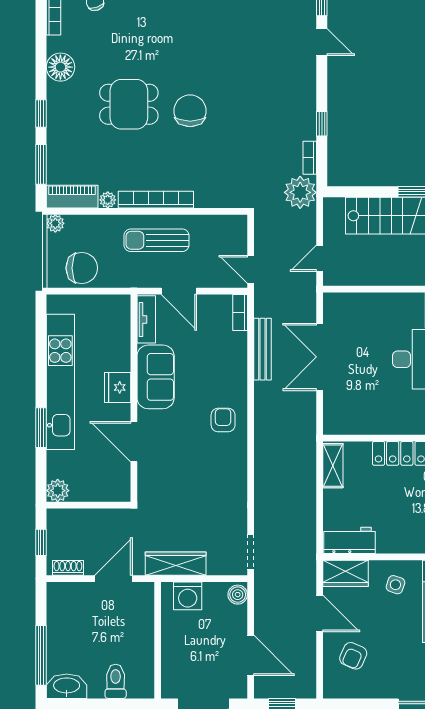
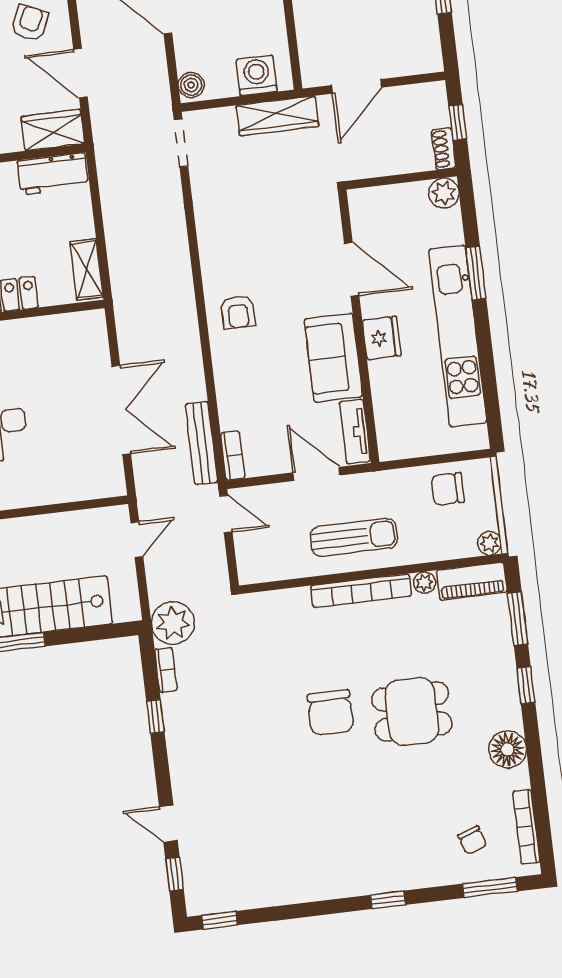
chair: (82, 268) -> (448, 489), width x0.73, depth x0.73
bench: (262, 349) -> (201, 443), moved
shoe rack: (68, 568) -> (444, 149), moved, turned 90

